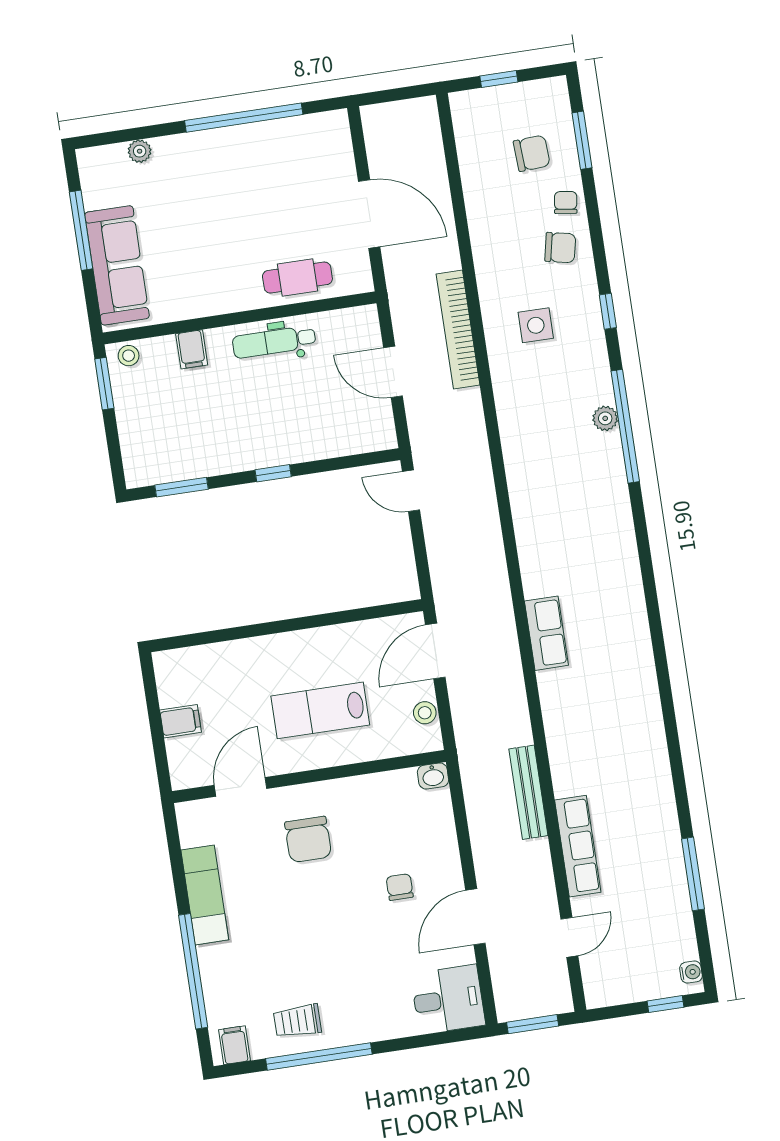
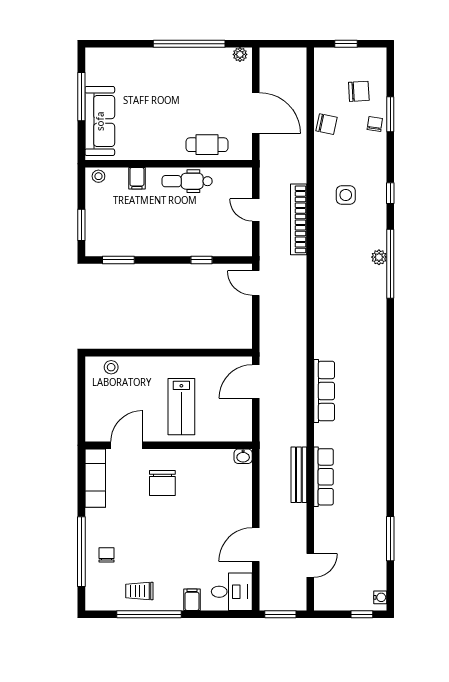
window: (582, 140) -> (390, 114), moved
plant: (140, 151) -> (240, 54), moved
chair: (560, 248) -> (326, 124), moved
bookcase: (458, 330) -> (299, 219), moved
door: (393, 372) -> (256, 210), width x0.73
window: (104, 384) -> (81, 225), moved
window: (273, 473) -> (202, 260), moved
row of seats: (546, 633) -> (324, 391), width x1.48
lab bench: (320, 710) -> (181, 407), turned -90
stool: (425, 713) -> (111, 367), moved
filing cabinet: (181, 721) -> (97, 400), removed
row of seats: (578, 846) -> (324, 477), moved
chair: (400, 887) -> (107, 555), moved
exam couch: (205, 895) -> (95, 478), moved
filing cabinet: (234, 1045) -> (192, 600), moved

